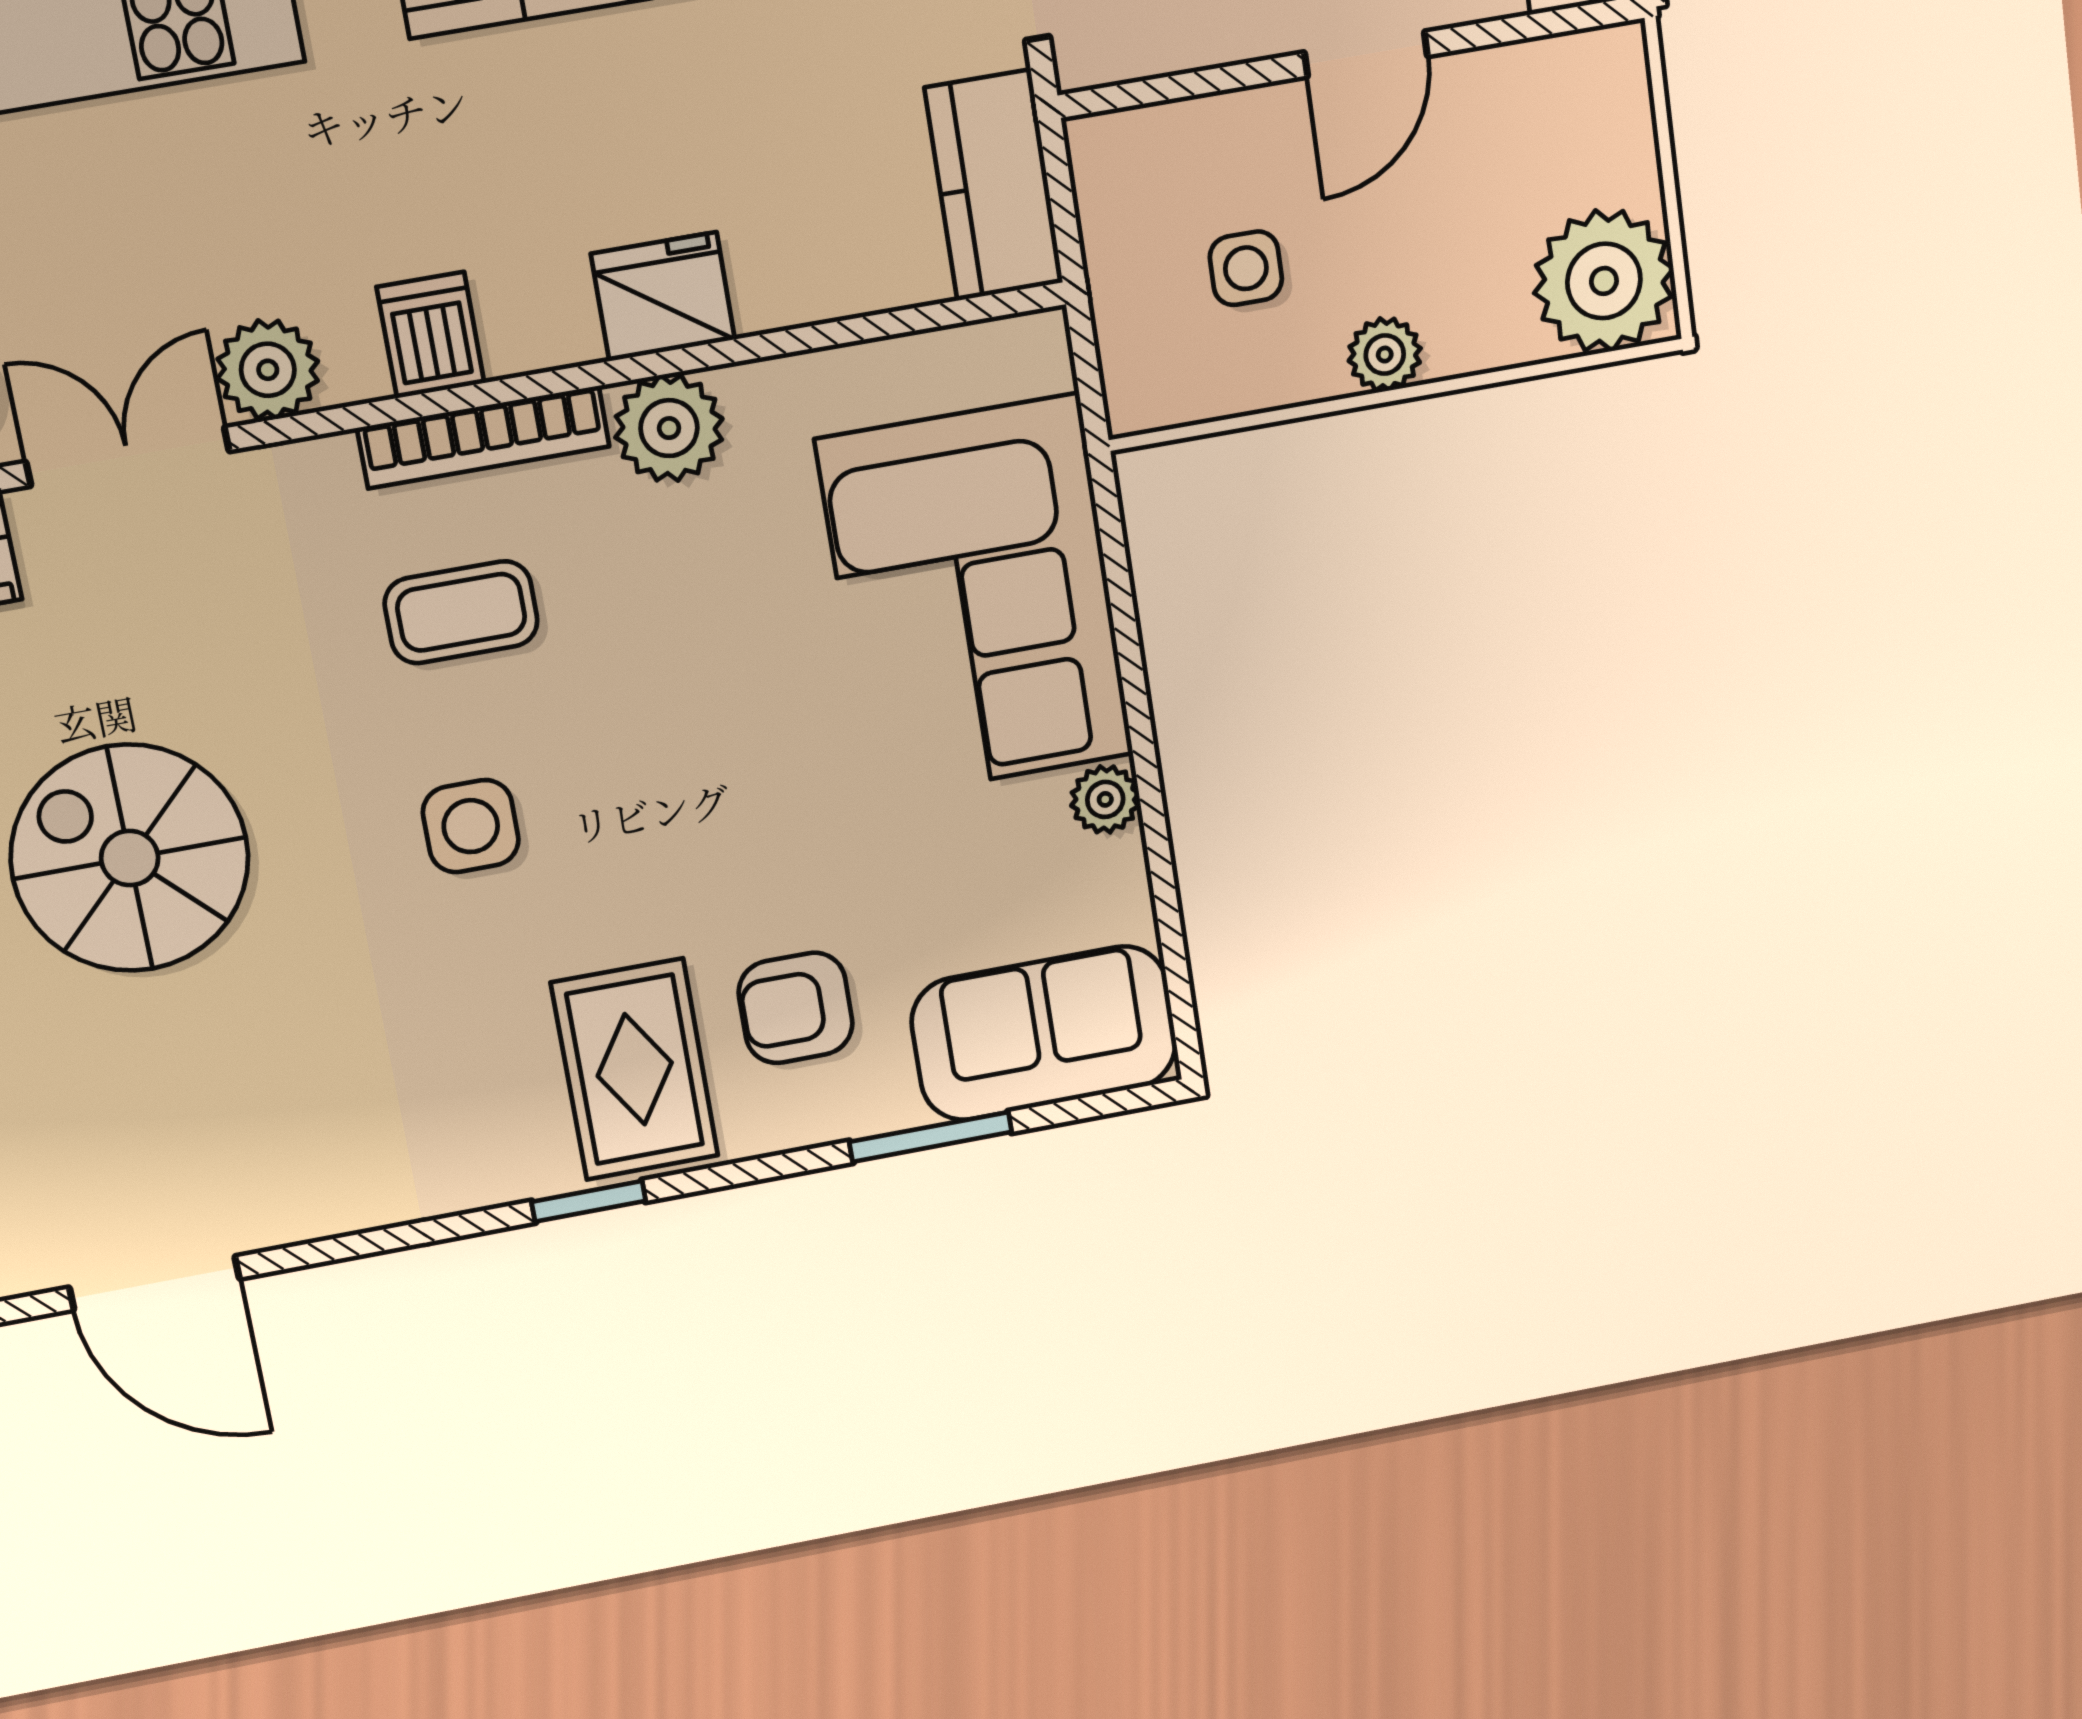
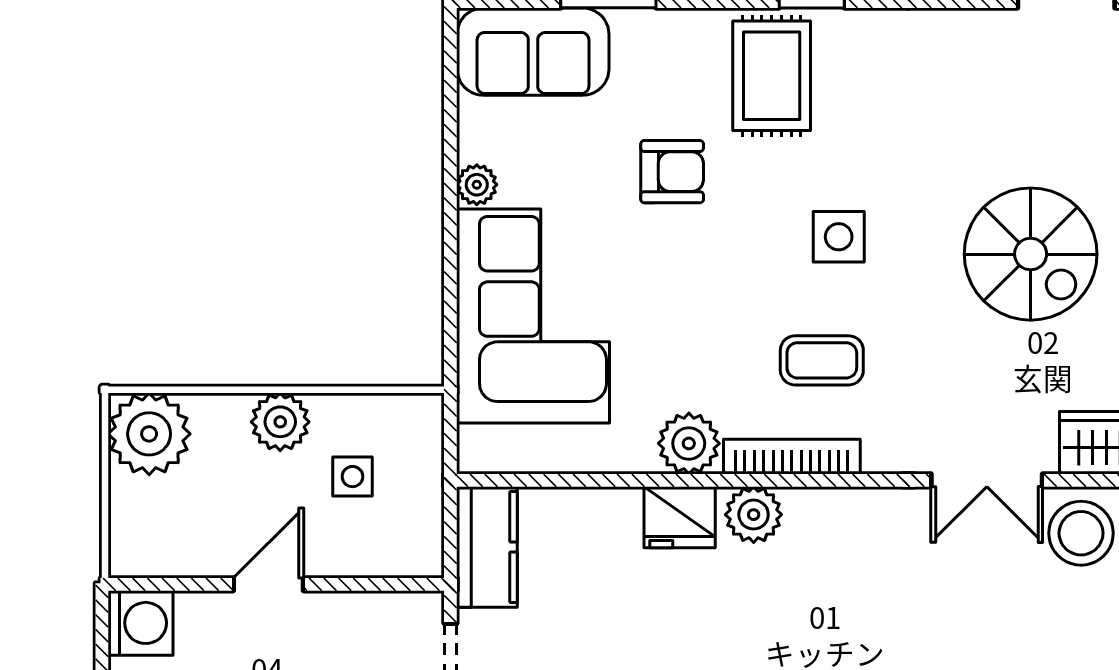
dishwasher: (431, 335) -> (810, 518), removed
plant: (1385, 355) -> (280, 422), width x1.38, depth x1.38
plant: (268, 370) -> (754, 515), moved
armchair: (796, 1008) -> (672, 172), moved

